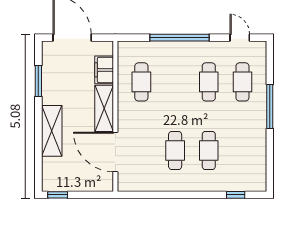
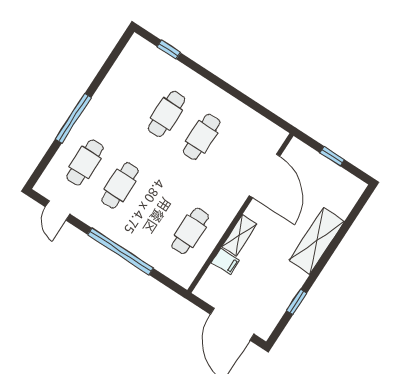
filing cabinet: (104, 70) -> (226, 262), width x0.50
window: (38, 81) -> (297, 302), width x0.67
shelving: (104, 108) -> (239, 235), width x0.67, depth x0.75
window: (58, 195) -> (332, 156), moved

